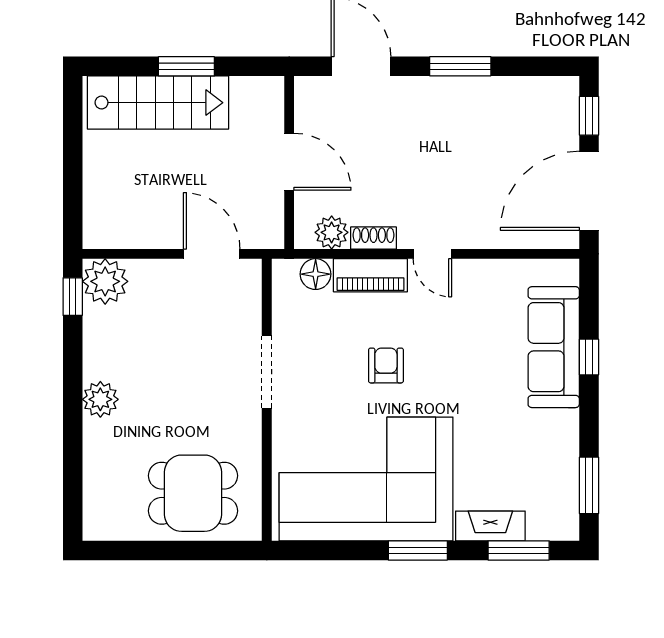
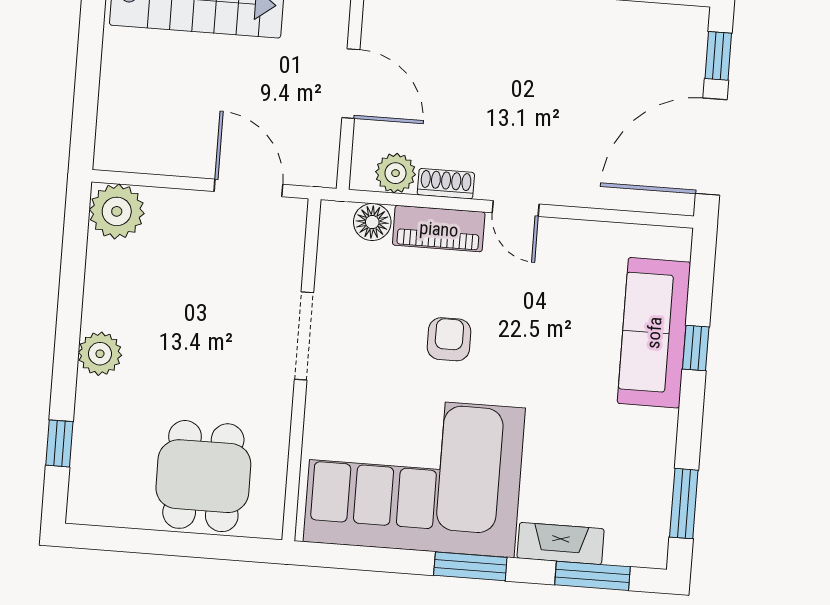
window: (73, 297) -> (59, 443), moved
dining table: (193, 493) -> (203, 476), turned 90

